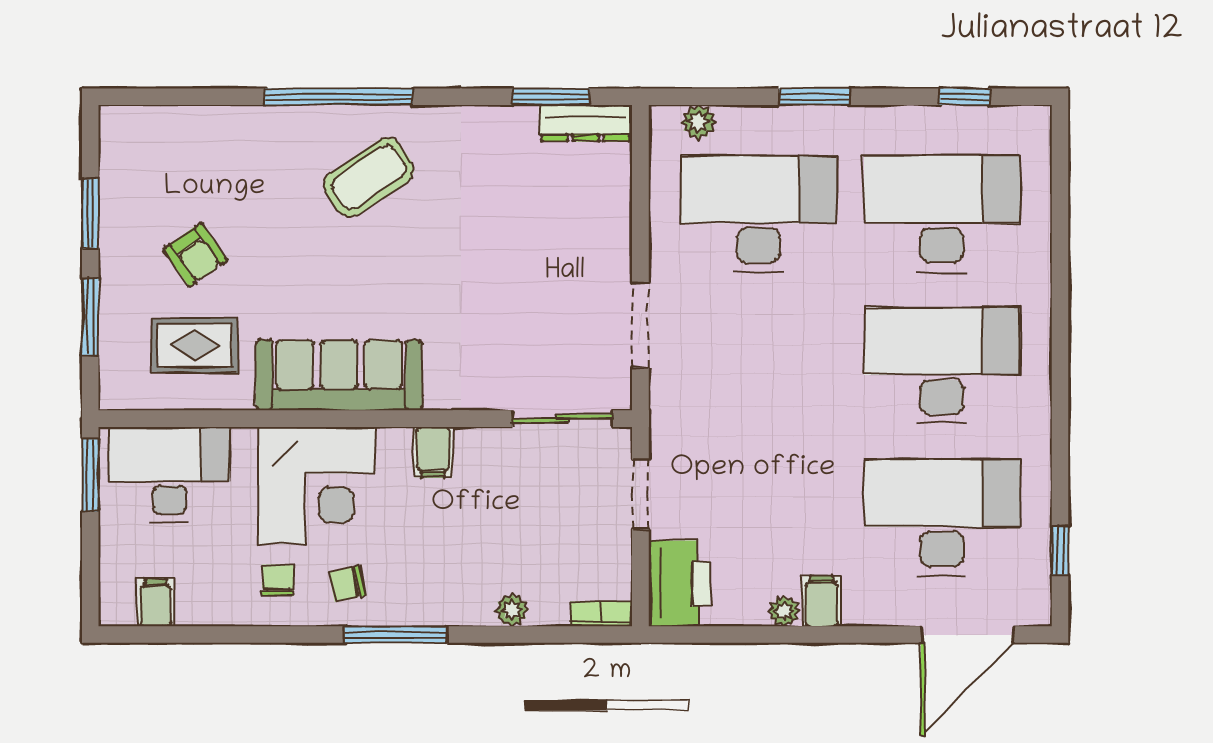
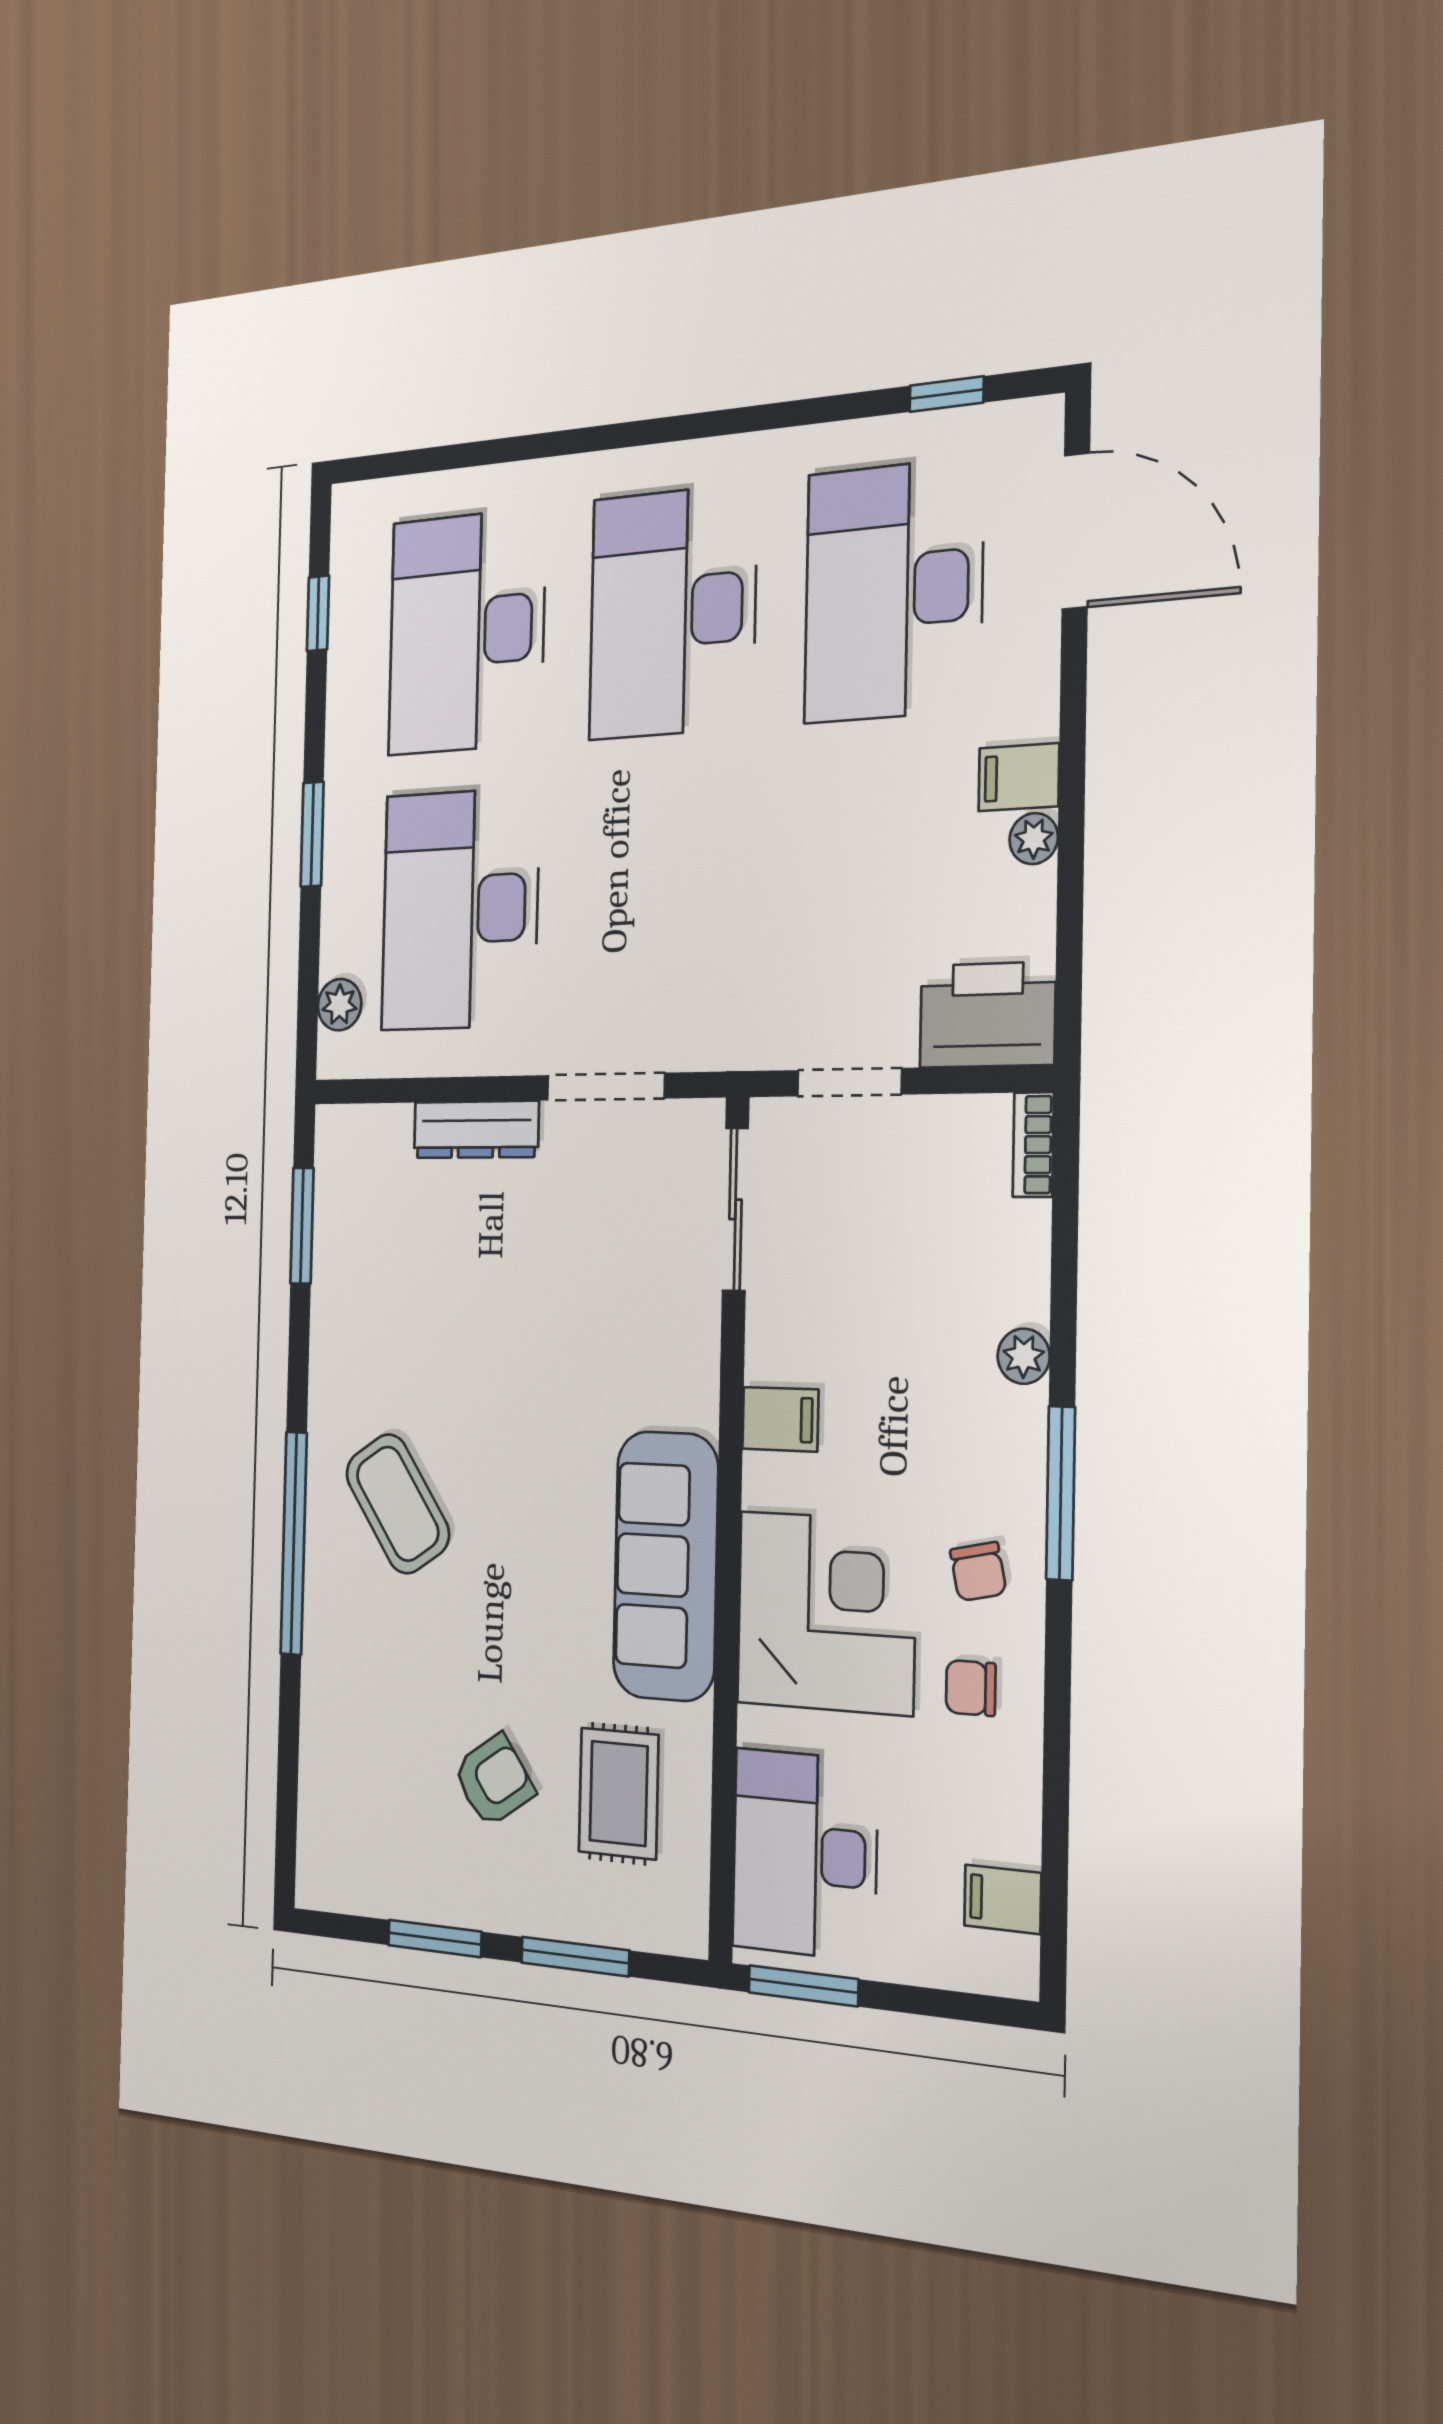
dresser: (586, 123) -> (476, 1130), moved, turned 90
plant: (512, 610) -> (1024, 1356), moved

